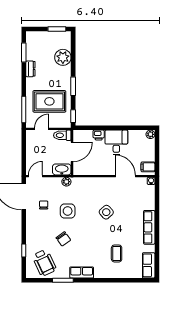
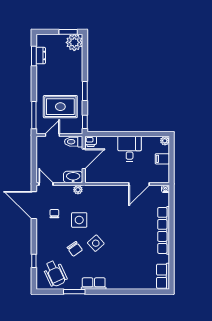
plant: (63, 57) -> (74, 42), moved
dresser: (30, 69) -> (41, 56), moved
printer: (99, 135) -> (91, 141), moved
filing cabinet: (148, 167) -> (162, 159), moved
door: (35, 176) -> (46, 184), hinge flipped
door: (125, 176) -> (139, 184), swing flipped
side table: (106, 212) -> (96, 243), moved
row of seats: (149, 227) -> (164, 230), width x1.36
coffee table: (117, 253) -> (130, 264), removed

